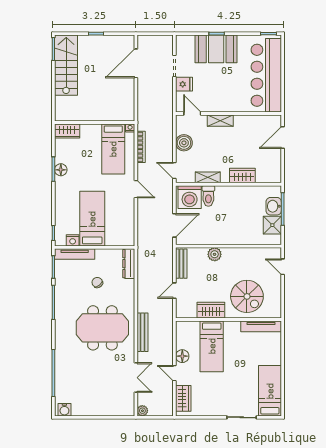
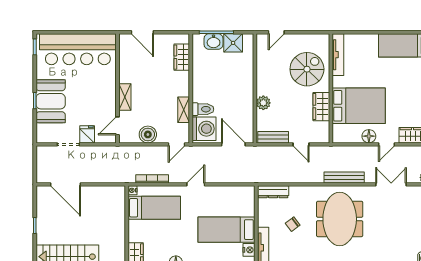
wardrobe: (242, 176) -> (182, 57), moved
bed: (212, 346) -> (359, 106), width x1.50

